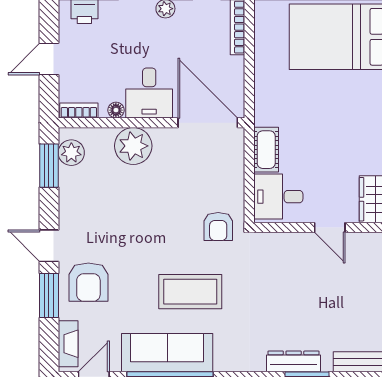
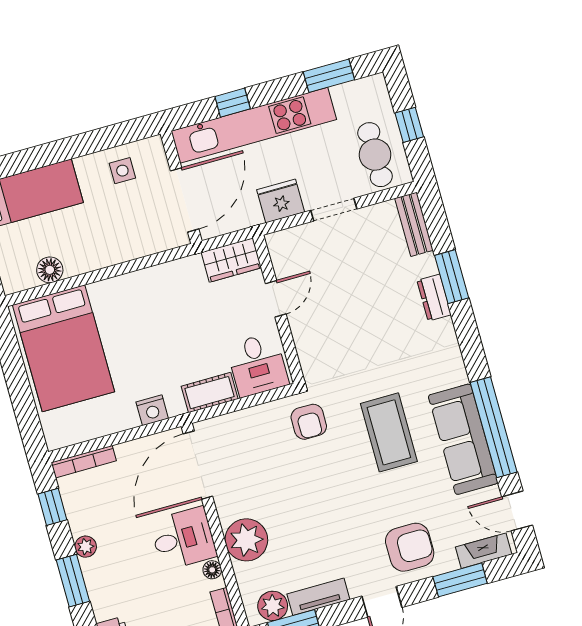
nightstand: (265, 97) -> (152, 410), added
tv unit: (68, 193) -> (318, 597), added
armchair: (218, 227) -> (309, 422), turned 90
window: (49, 296) -> (460, 580), moved
dresser: (294, 361) -> (434, 298), width x0.70

